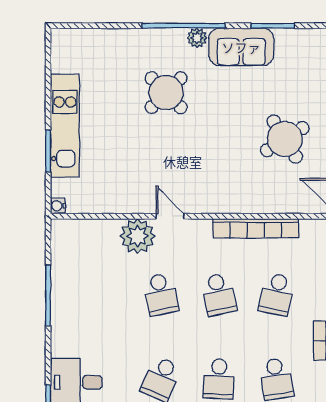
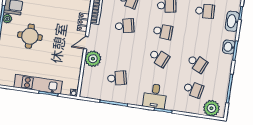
round table: (166, 93) -> (30, 36), turned 45
locker: (213, 203) -> (83, 22), added
school desk: (161, 294) -> (117, 78), moved

